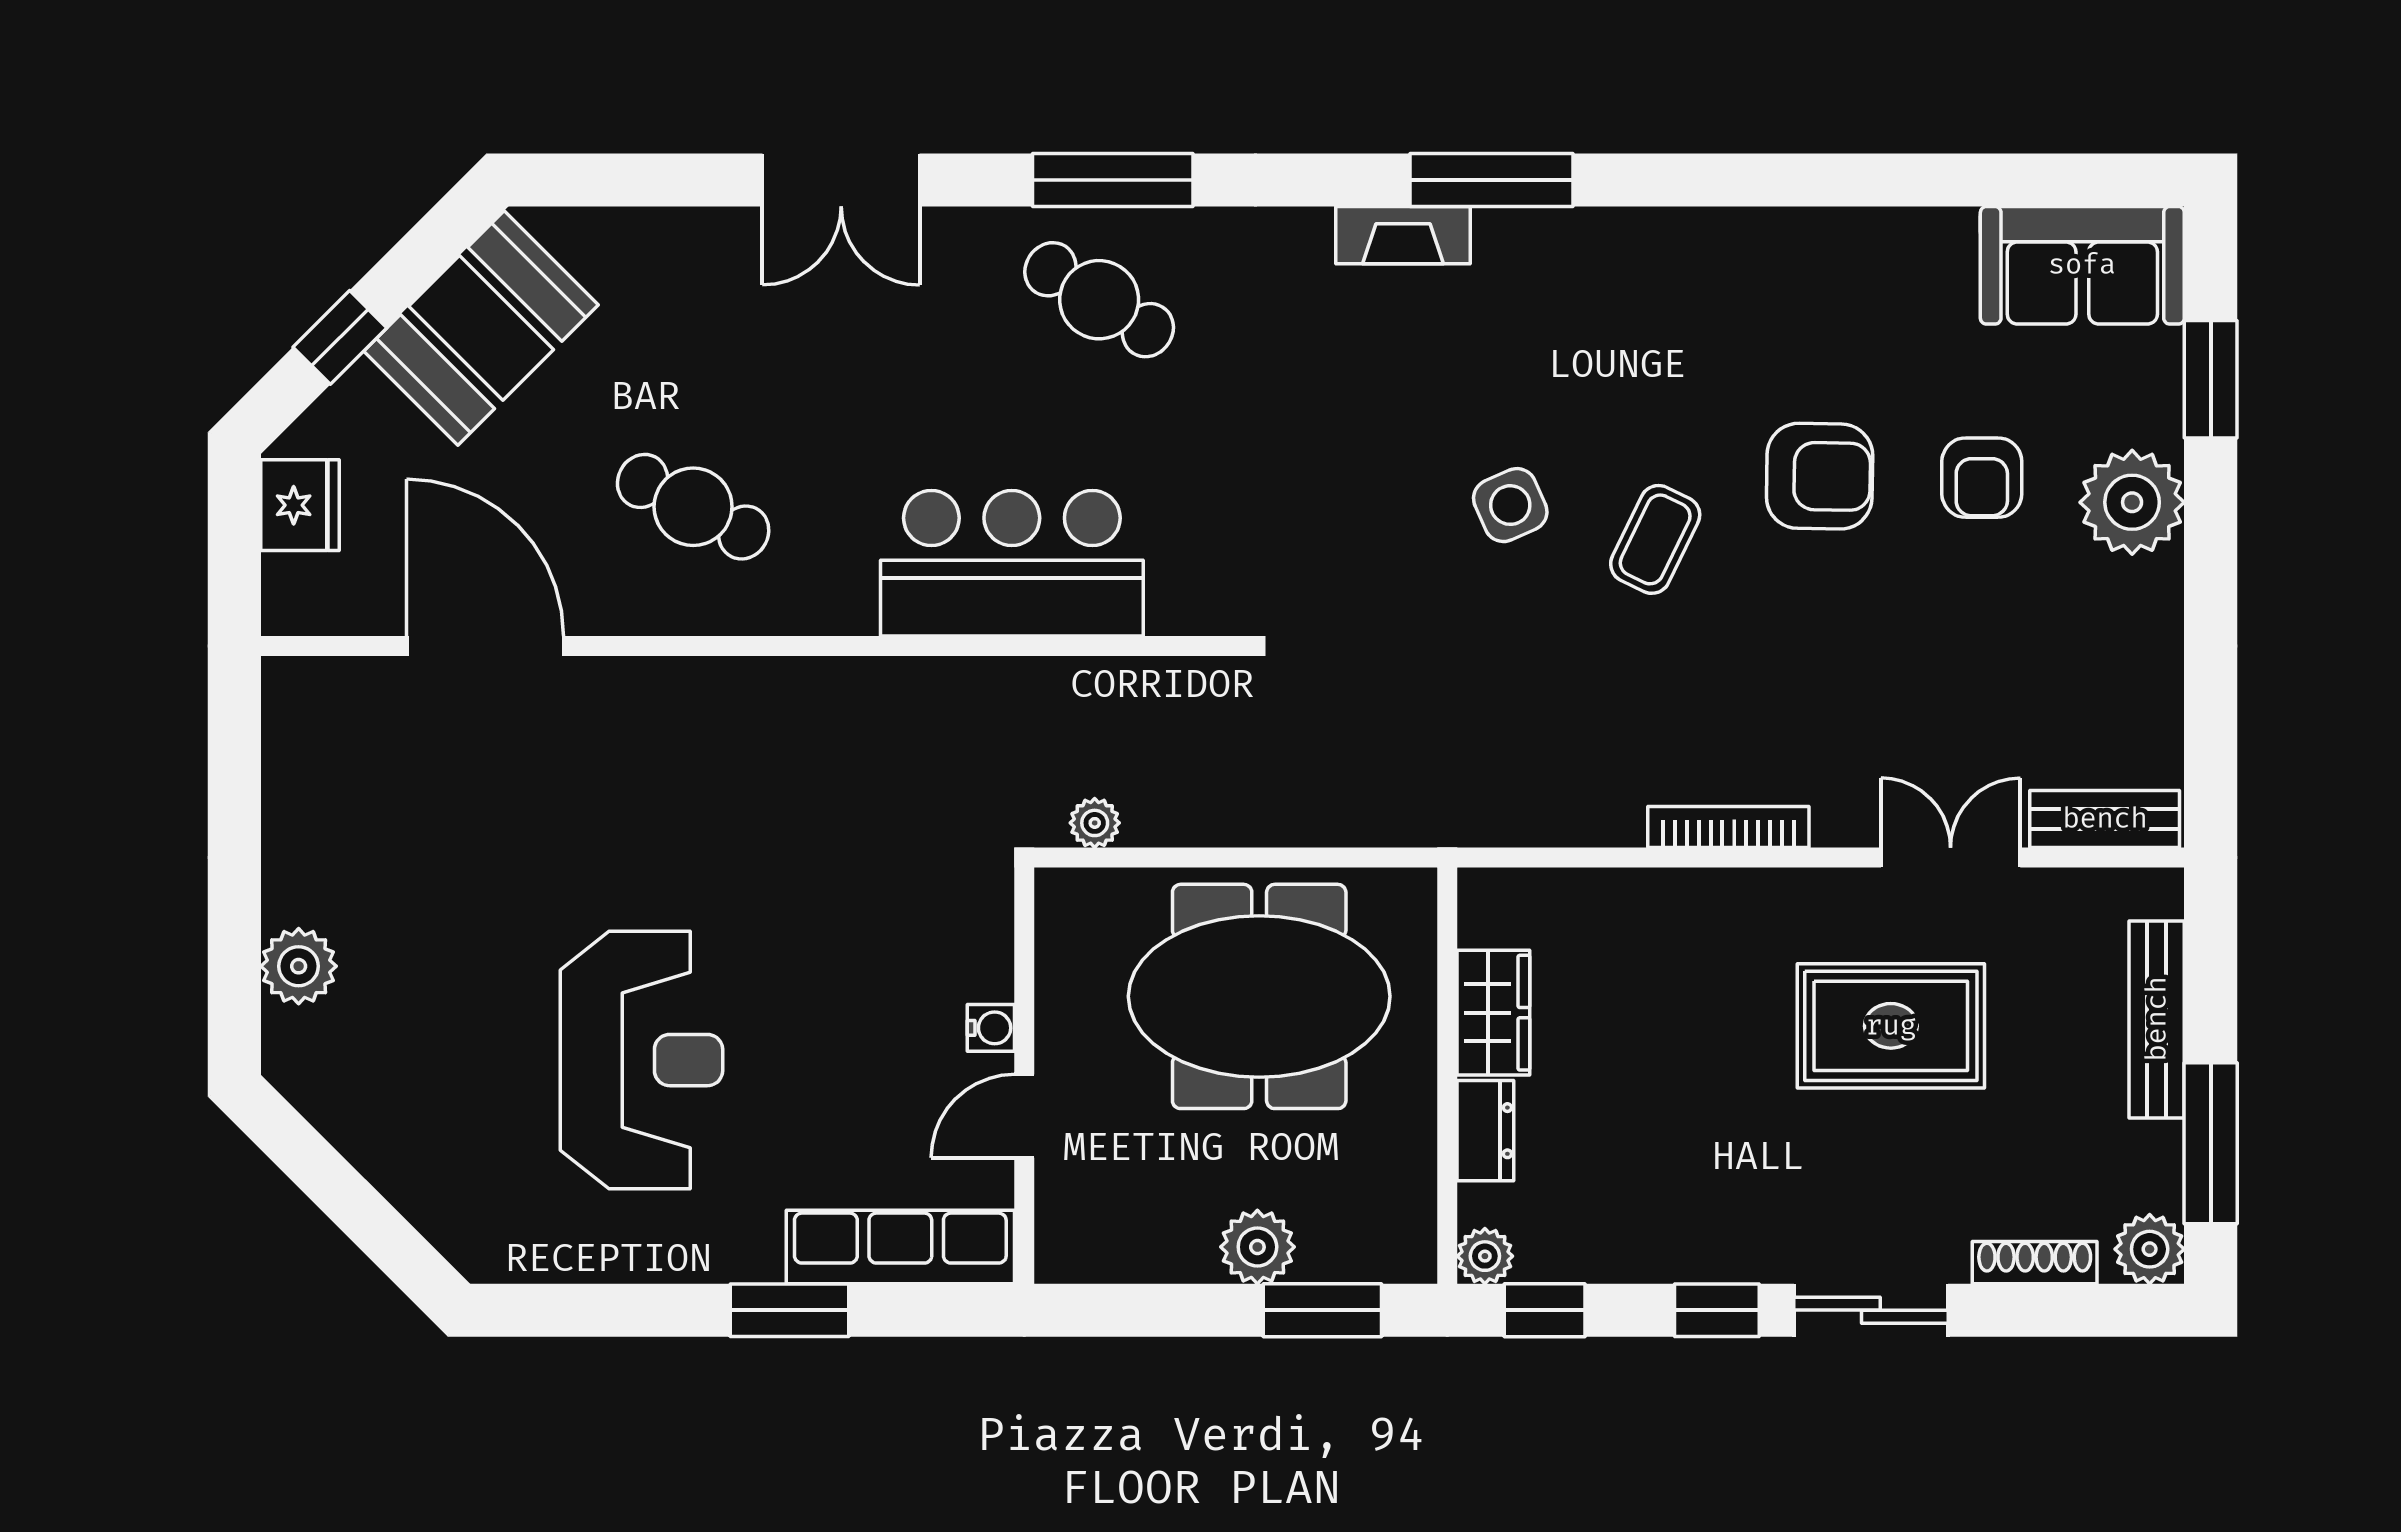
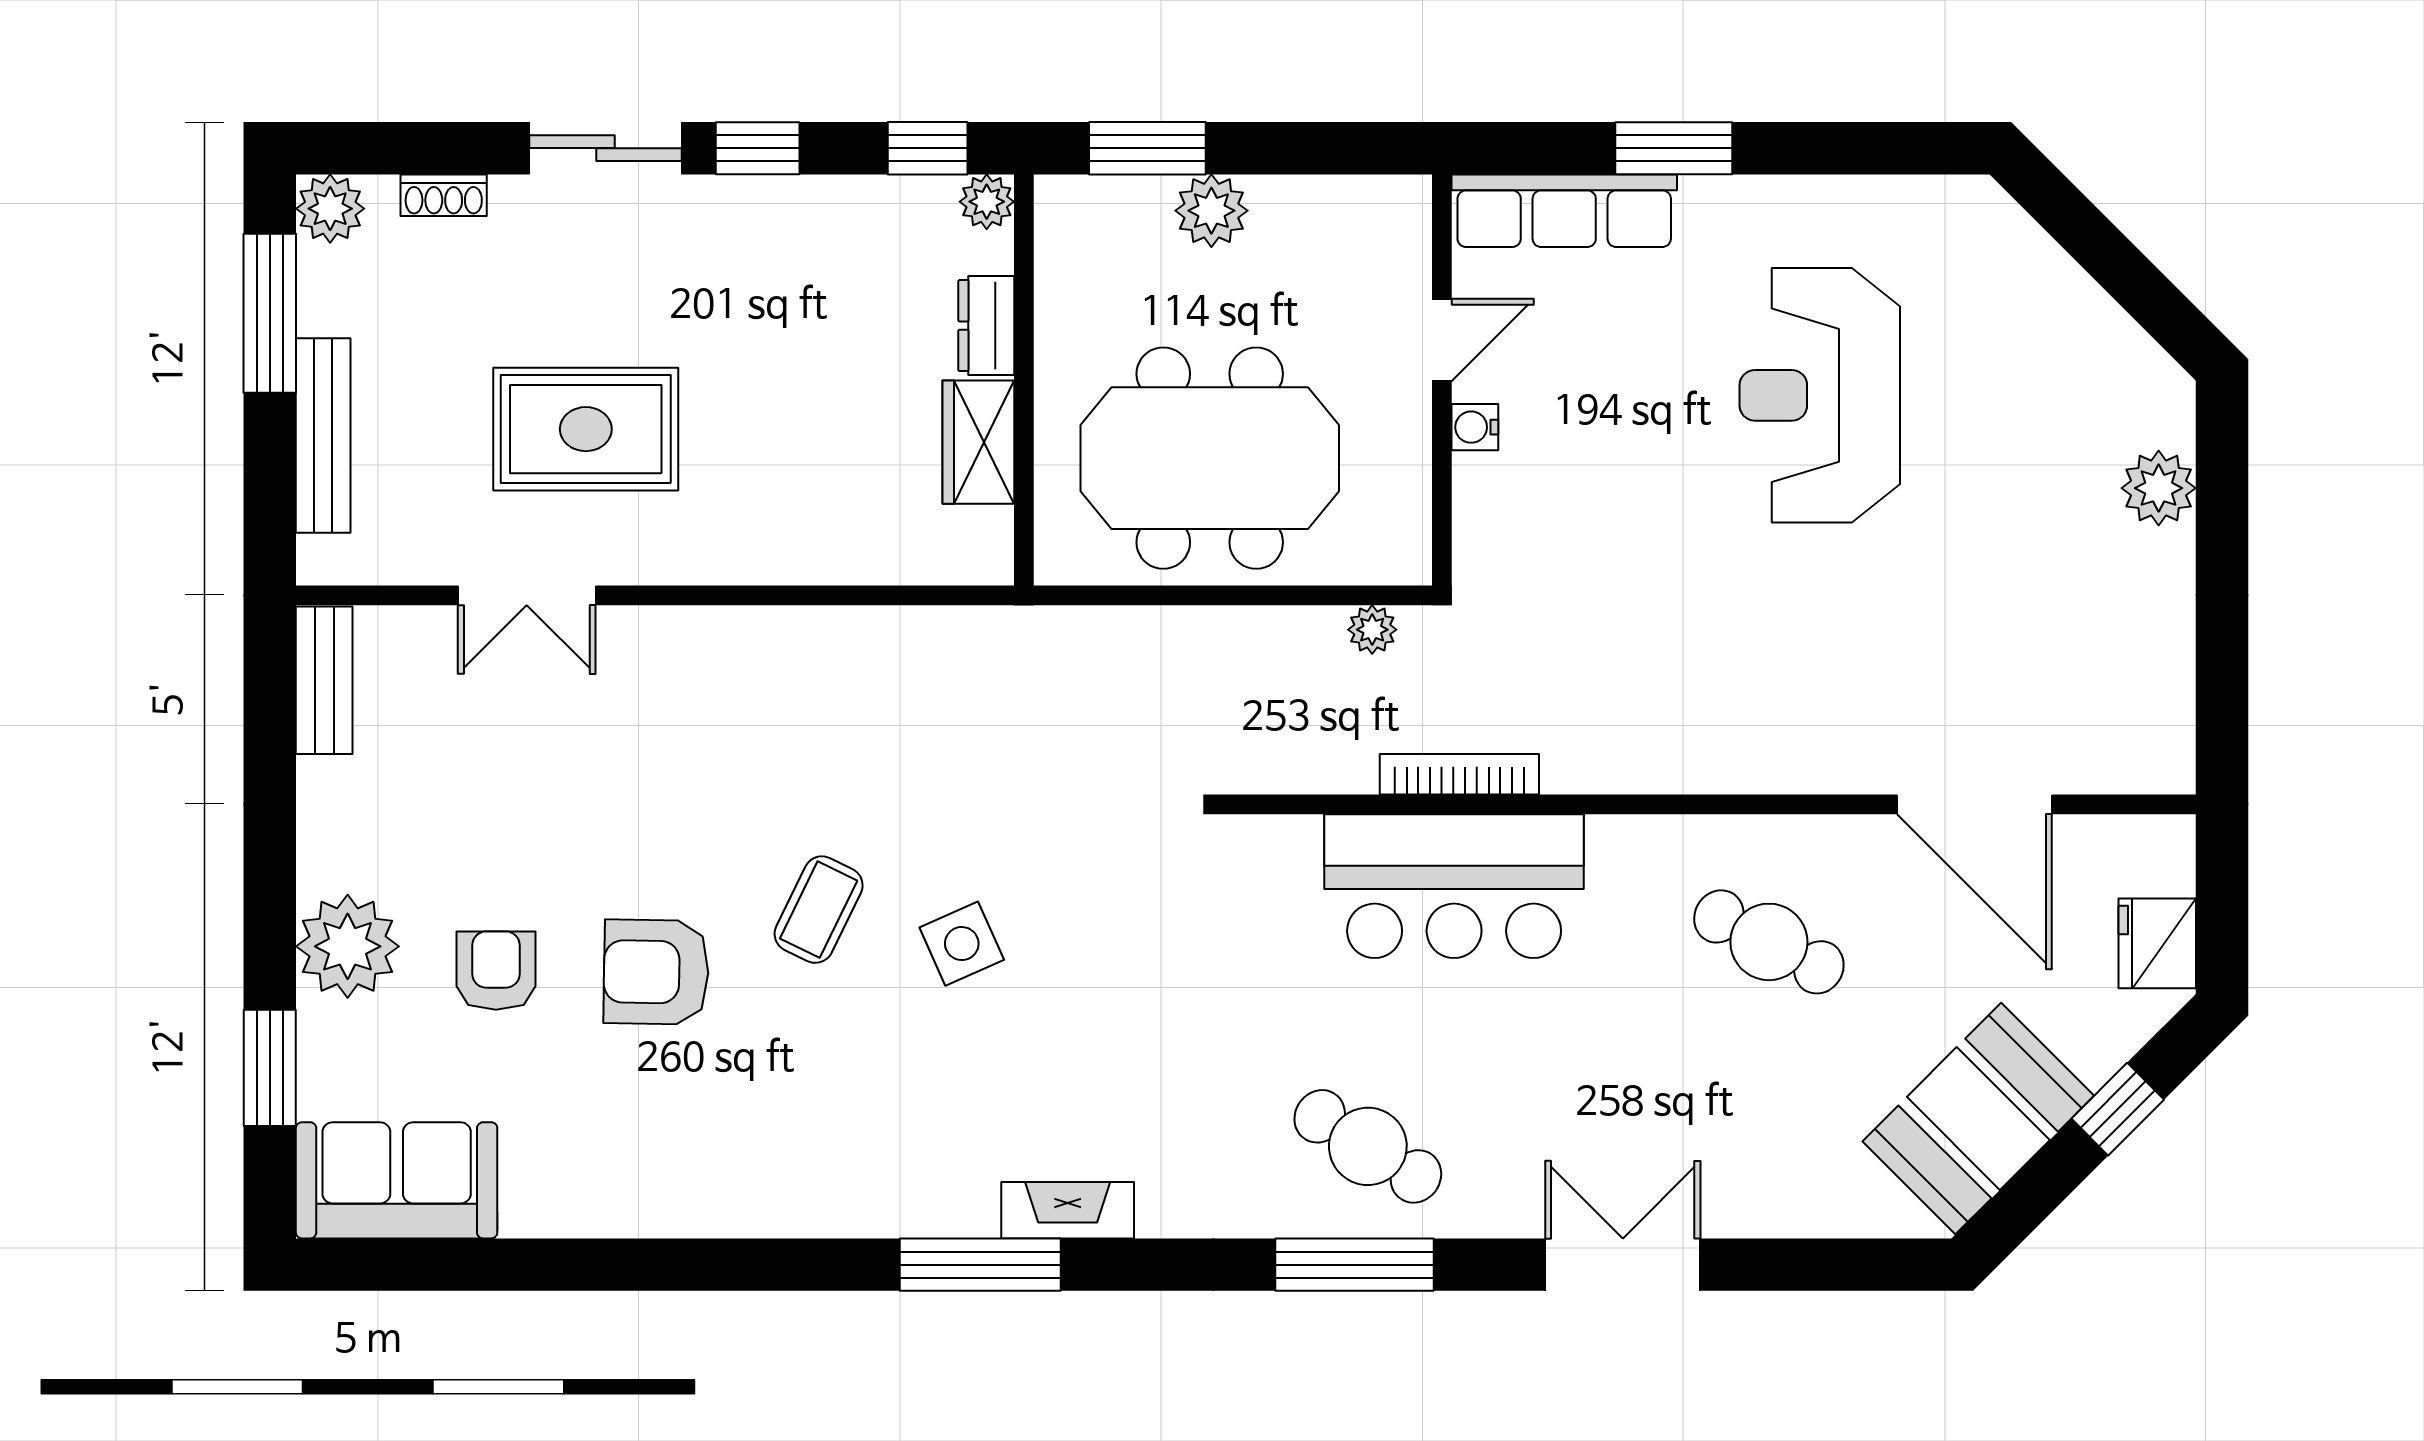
bench: (2105, 819) -> (324, 680), moved, turned 90
bookcase: (1728, 827) -> (1459, 774), moved, turned 180
shoe rack: (2035, 1263) -> (444, 195), width x0.70

